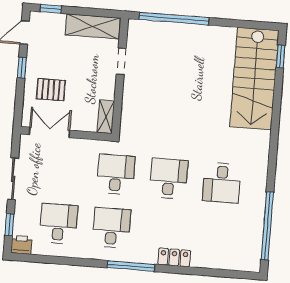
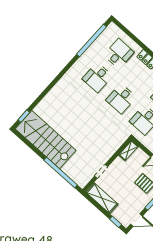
stairs: (254, 79) -> (46, 140), moved, turned -90
desk: (222, 183) -> (97, 77), turned 180
desk: (218, 236) -> (119, 54), added

